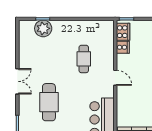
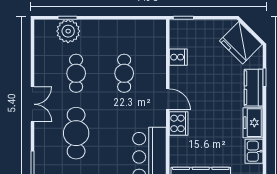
cooker: (123, 32) -> (179, 123), moved
cafe table: (49, 59) -> (76, 73), added

